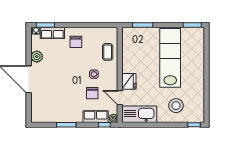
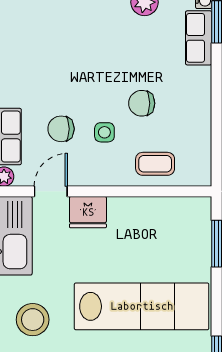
chair: (76, 42) -> (142, 103), moved

